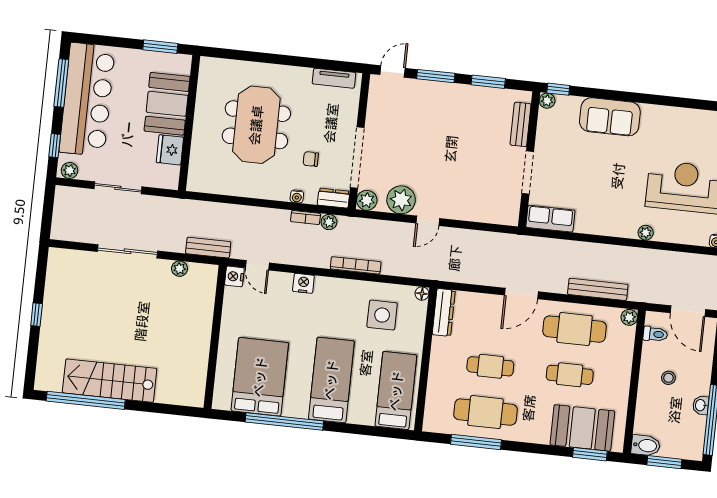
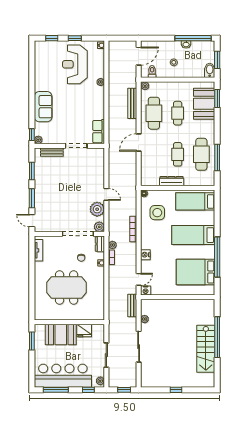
window: (47, 215) -> (124, 390), added
door: (521, 293) -> (139, 142), swing flipped
dresser: (444, 312) -> (172, 181), moved
window: (86, 400) -> (217, 337), moved

